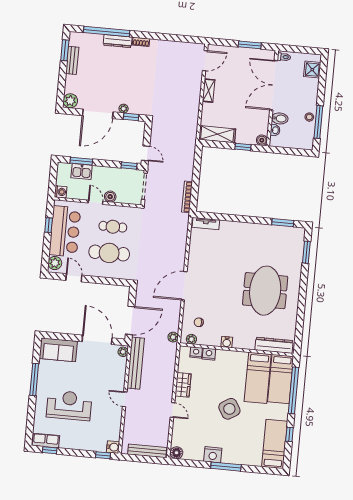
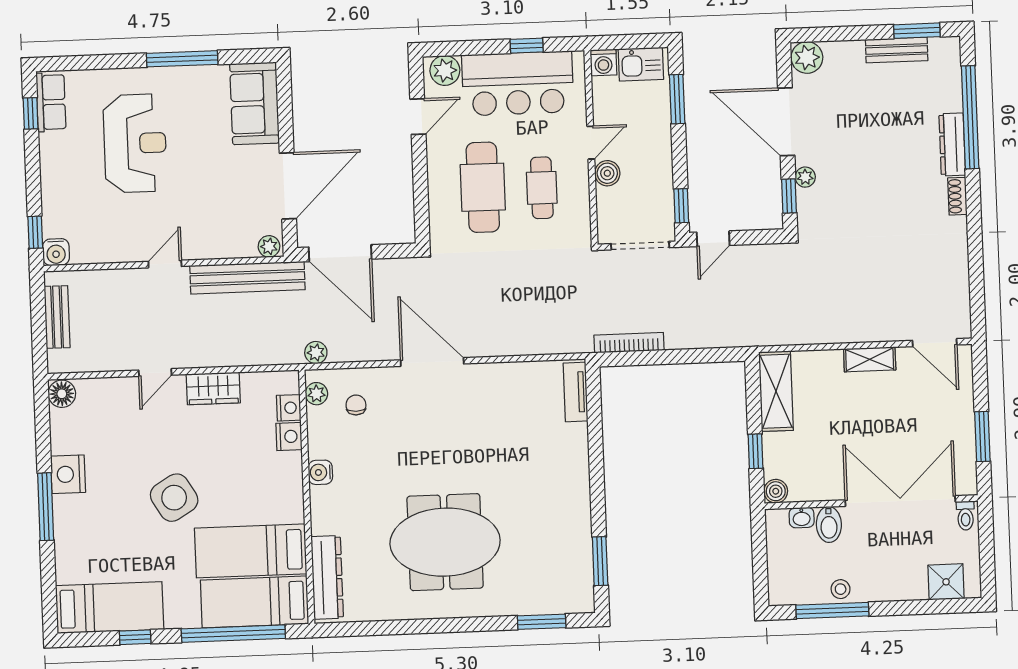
kitchen sink: (82, 172) -> (641, 64), moved, turned -90
bench: (147, 451) -> (57, 317), width x0.73

